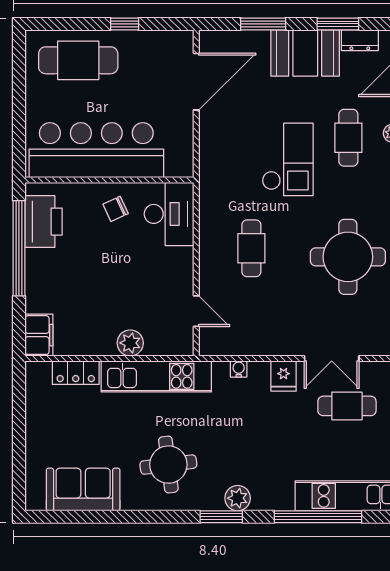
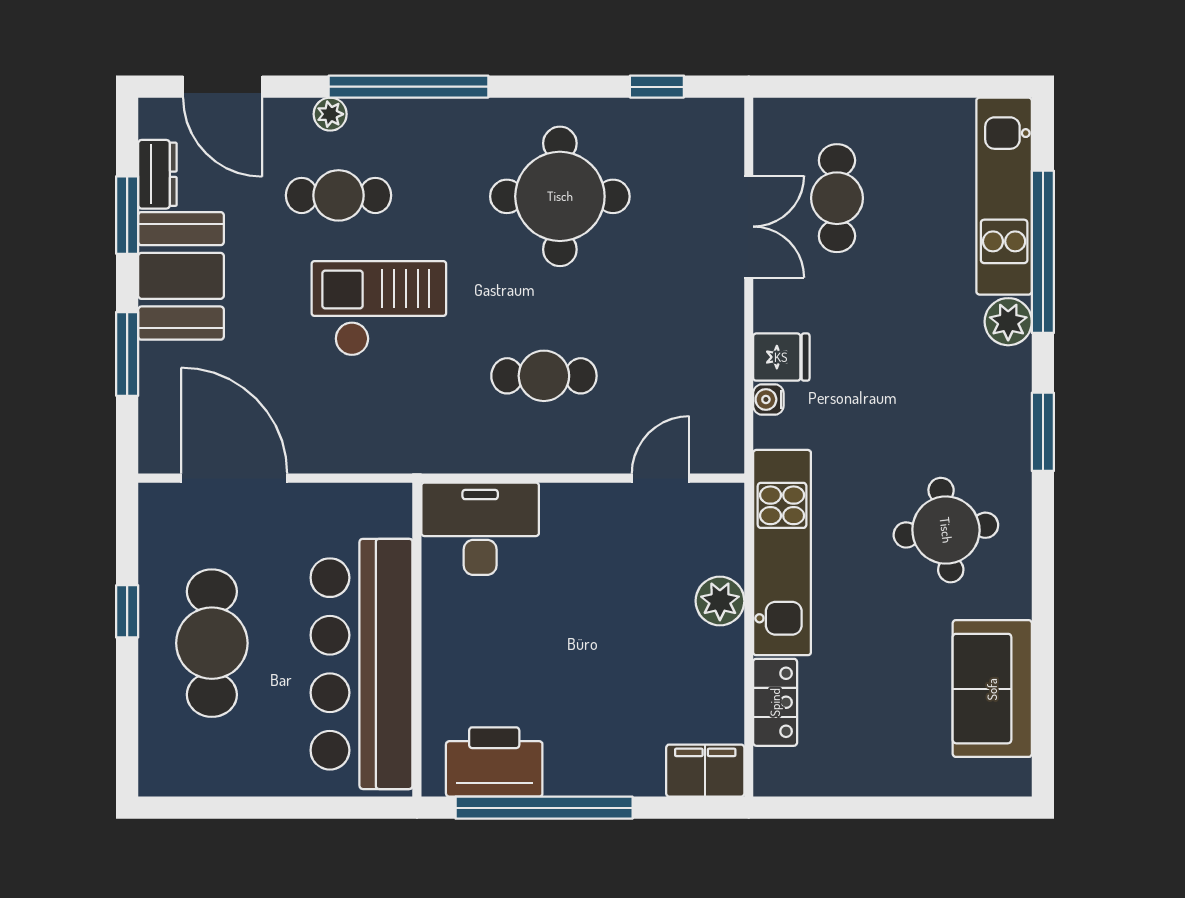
cafe table: (78, 60) -> (212, 643), moved
chair: (116, 209) -> (471, 628), removed
fridge: (284, 376) -> (781, 357), moved
plant: (238, 498) -> (1008, 322), moved

